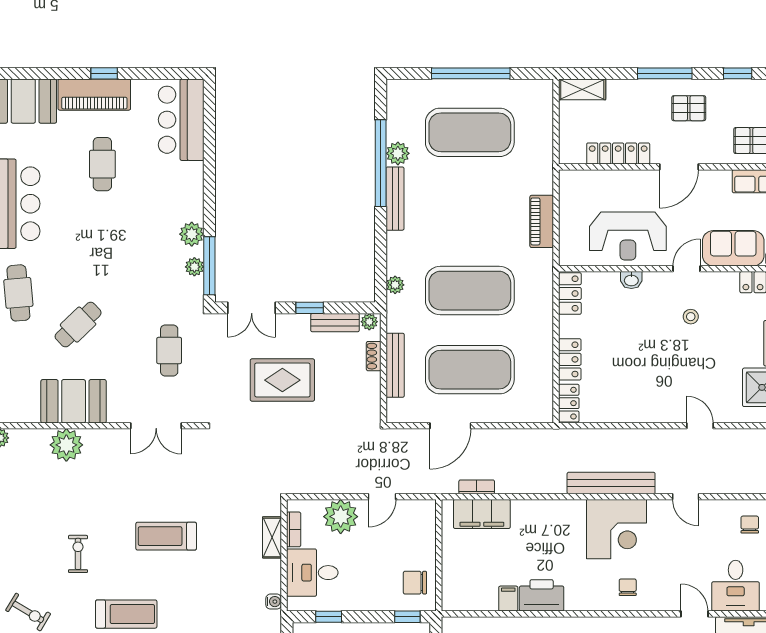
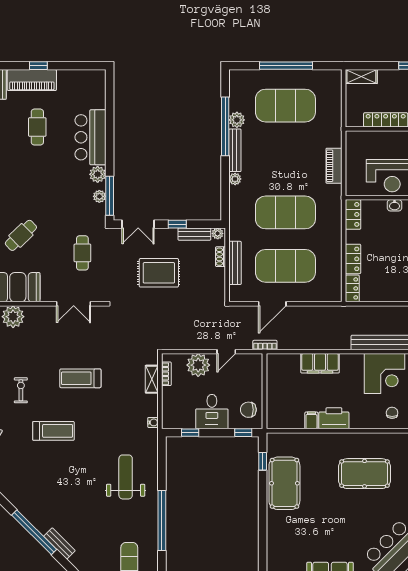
bar counter: (181, 120) -> (90, 137), moved
plant: (395, 285) -> (235, 179), moved
bookcase: (477, 487) -> (265, 345), moved
filing cabinet: (482, 514) -> (320, 363), moved
desk: (312, 573) -> (212, 412), moved, turned -90

